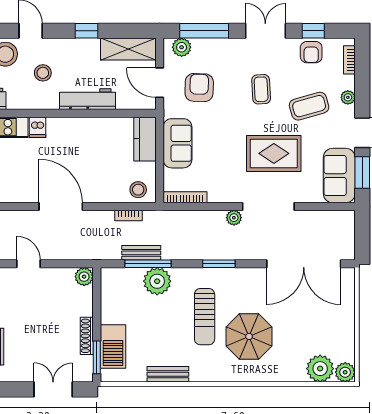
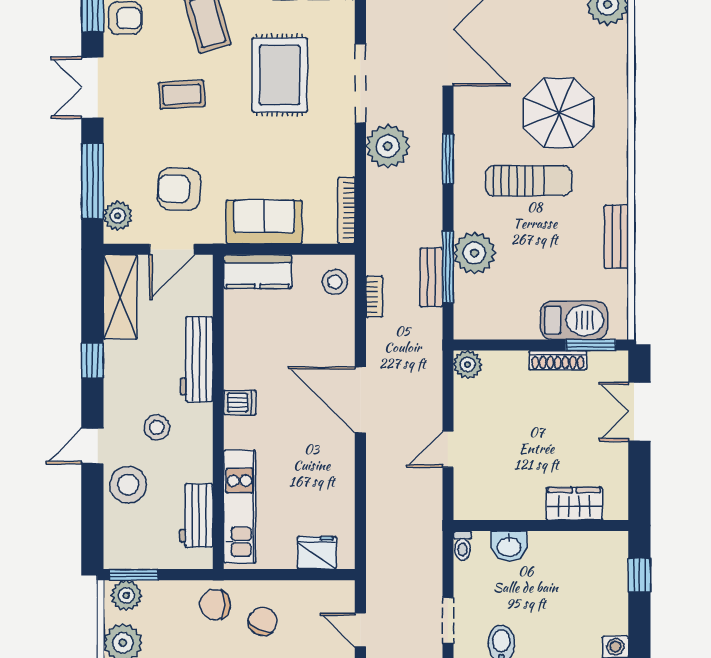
dishwasher: (37, 127) -> (240, 402), moved
door: (61, 206) -> (360, 400), hinge flipped
plant: (234, 218) -> (388, 146), width x1.88, depth x1.88

